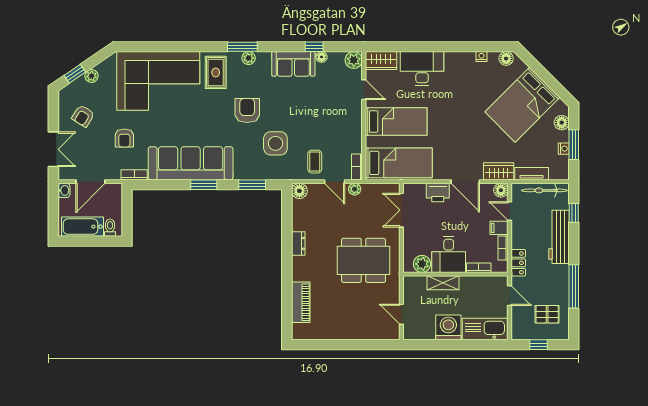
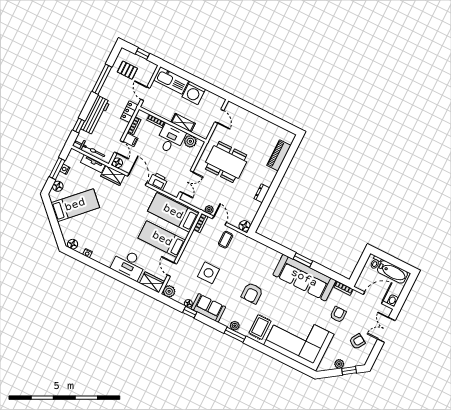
bed: (522, 105) -> (75, 205), width x0.67
side table: (275, 143) -> (209, 273), moved
window: (252, 185) -> (272, 245), removed

